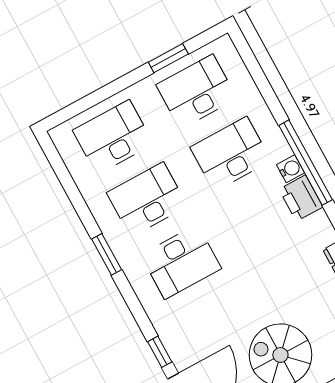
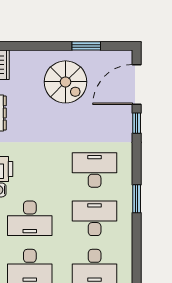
desk: (147, 199) -> (95, 218), turned 180

